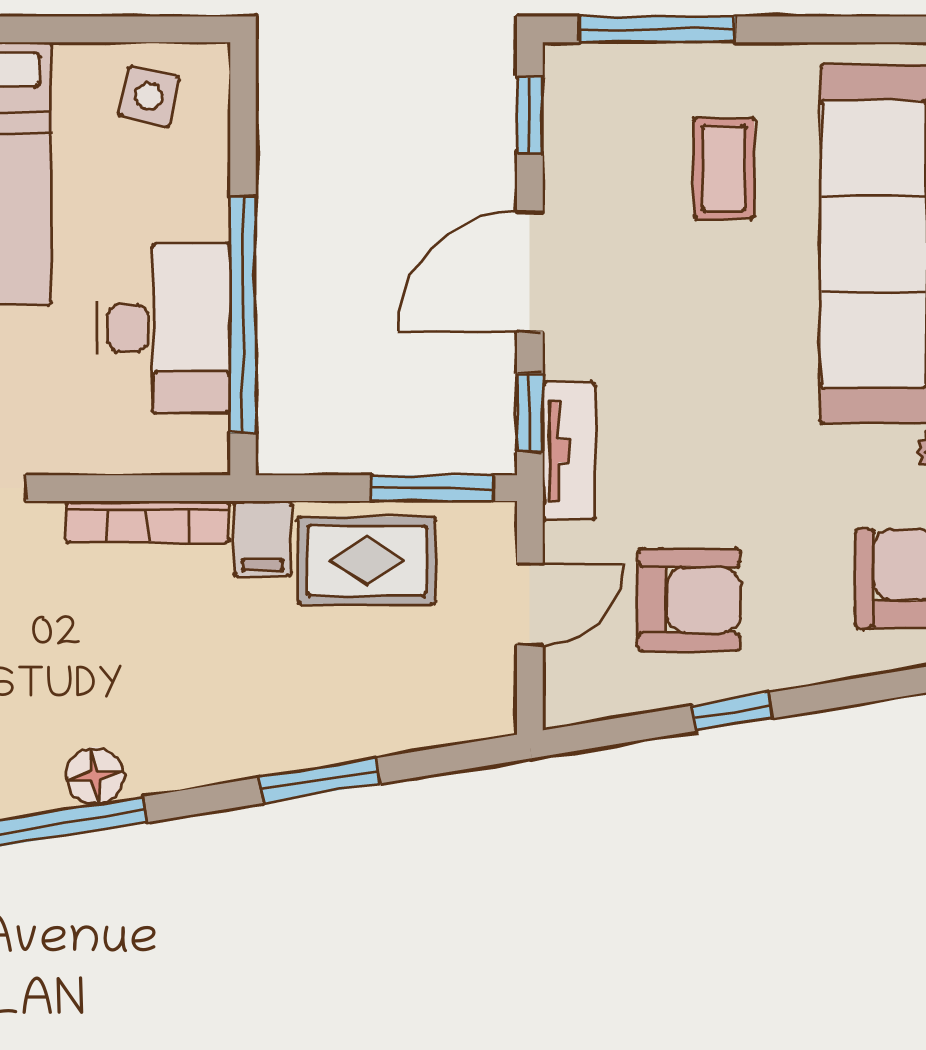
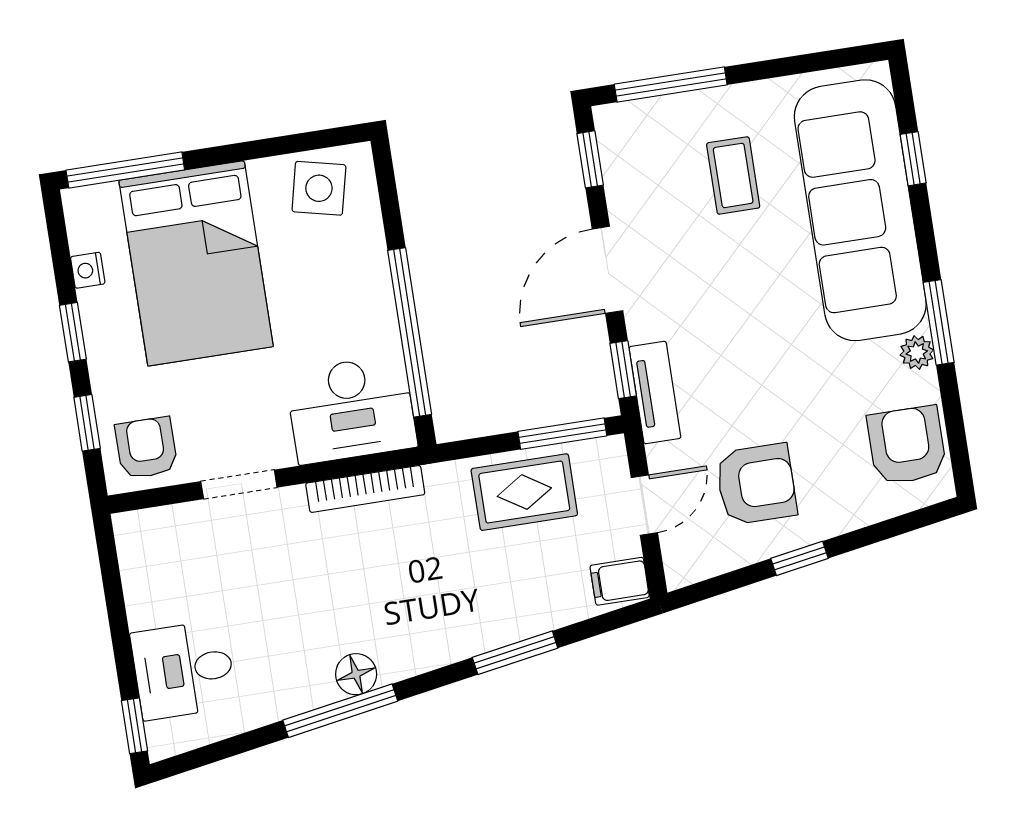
side table: (149, 96) -> (319, 188), width x1.37, depth x1.37
desk: (164, 328) -> (351, 409), moved, turned 90
filing cabinet: (263, 539) -> (620, 581), moved, turned 90

